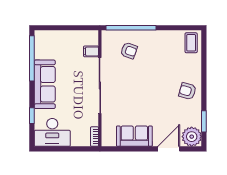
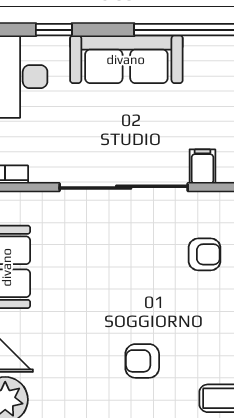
armchair: (129, 51) -> (204, 254), turned -109
armchair: (187, 91) -> (142, 361), moved, turned -106

